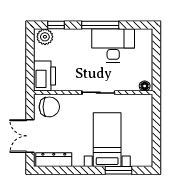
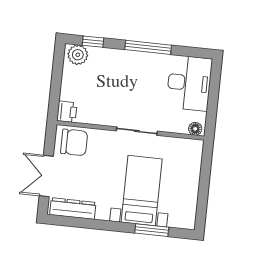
desk: (113, 45) -> (189, 83), moved, turned 90
printer: (44, 76) -> (67, 112), width x0.53, depth x0.68

